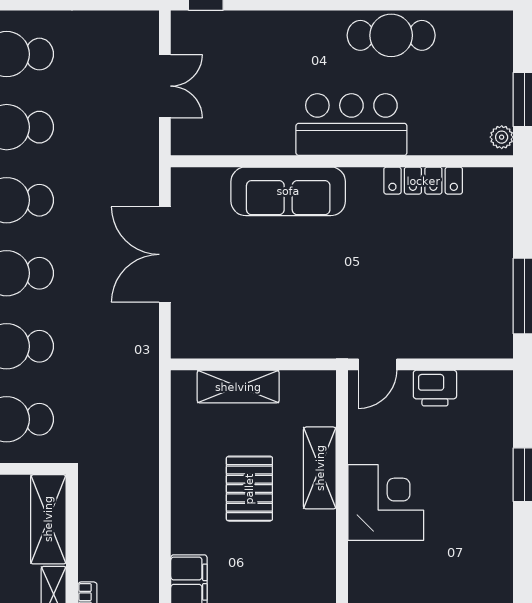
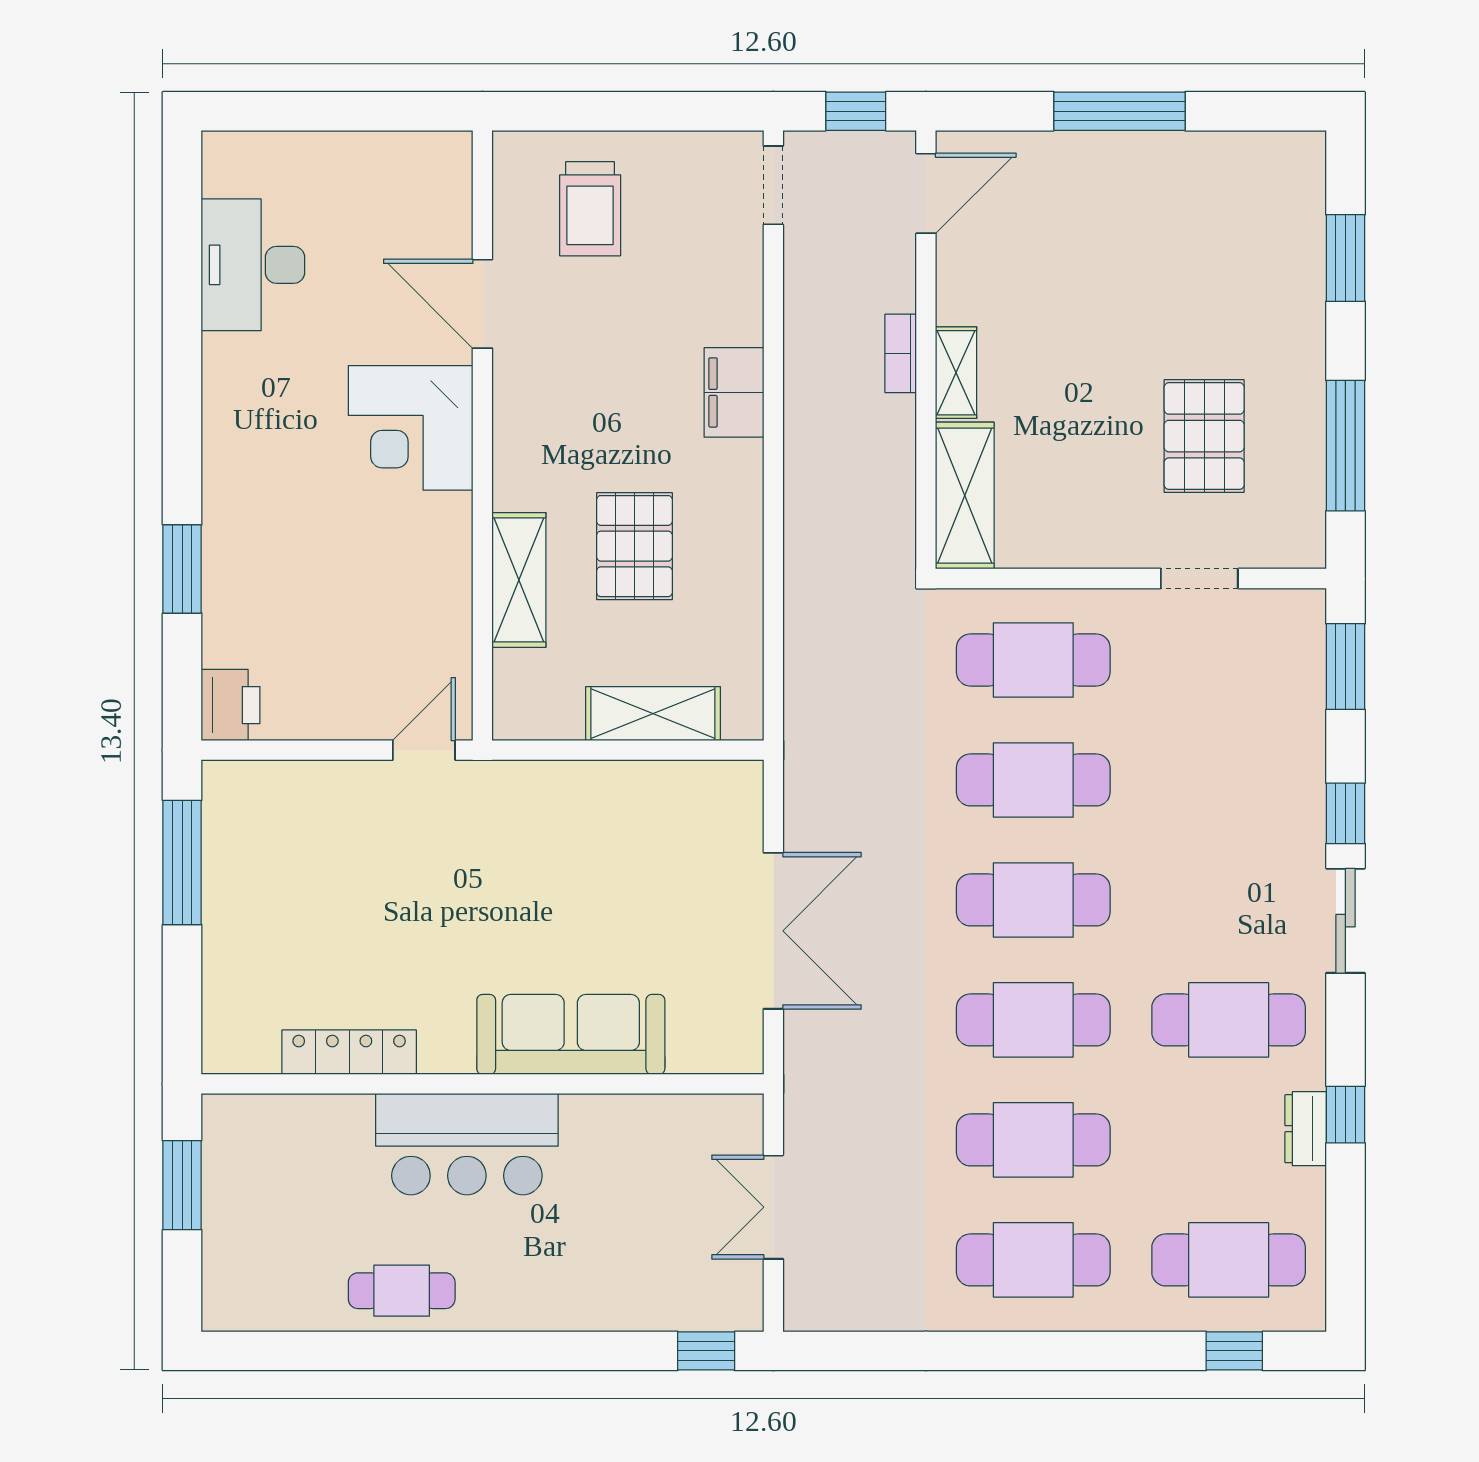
cafe table: (391, 35) -> (402, 1291), width x0.73, depth x0.74
plant: (502, 137) -> (220, 1123), removed
printer: (435, 388) -> (231, 705), moved, turned 90
corner desk: (386, 502) -> (411, 428), moved

